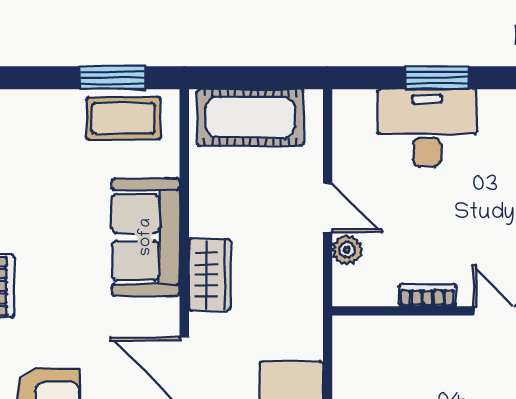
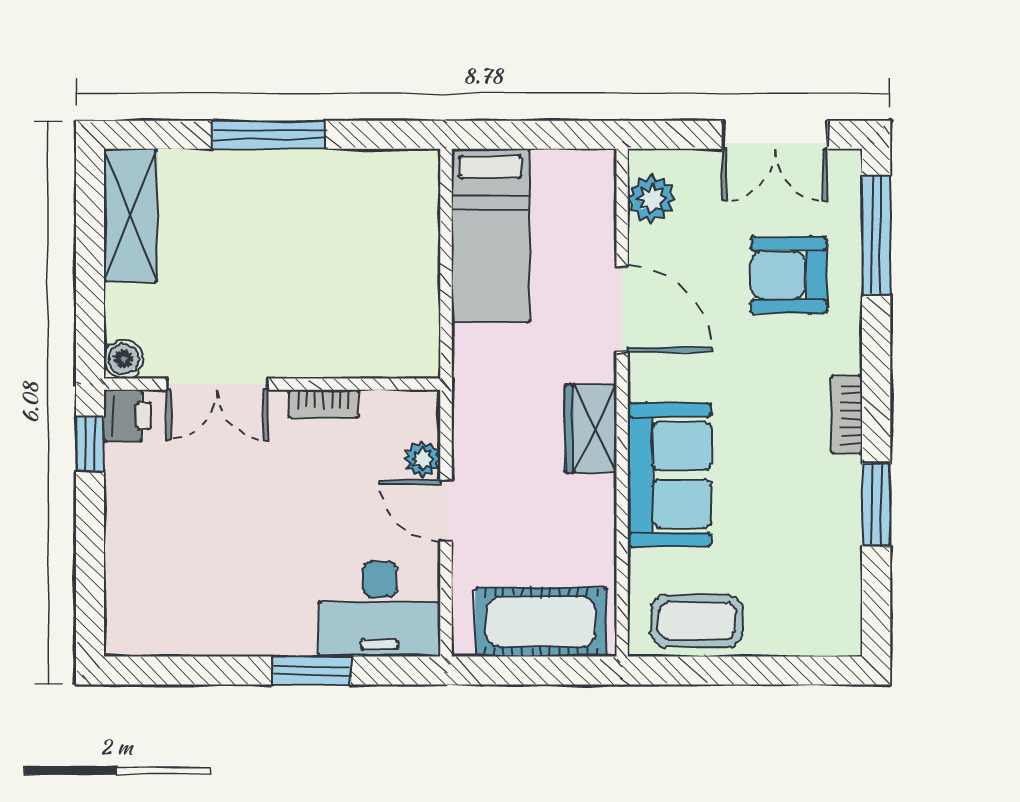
window: (113, 78) -> (710, 671), removed
desk: (427, 128) -> (380, 609), moved

